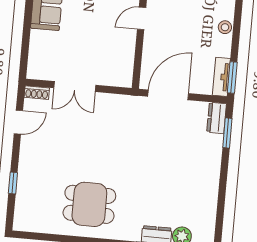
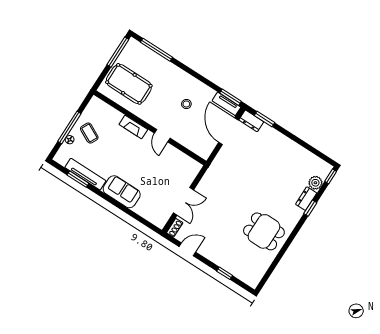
stool: (225, 27) -> (186, 104), moved
door: (168, 95) -> (228, 131), moved
door: (18, 122) -> (187, 249), hinge flipped
dining table: (89, 204) -> (264, 231), turned 90

